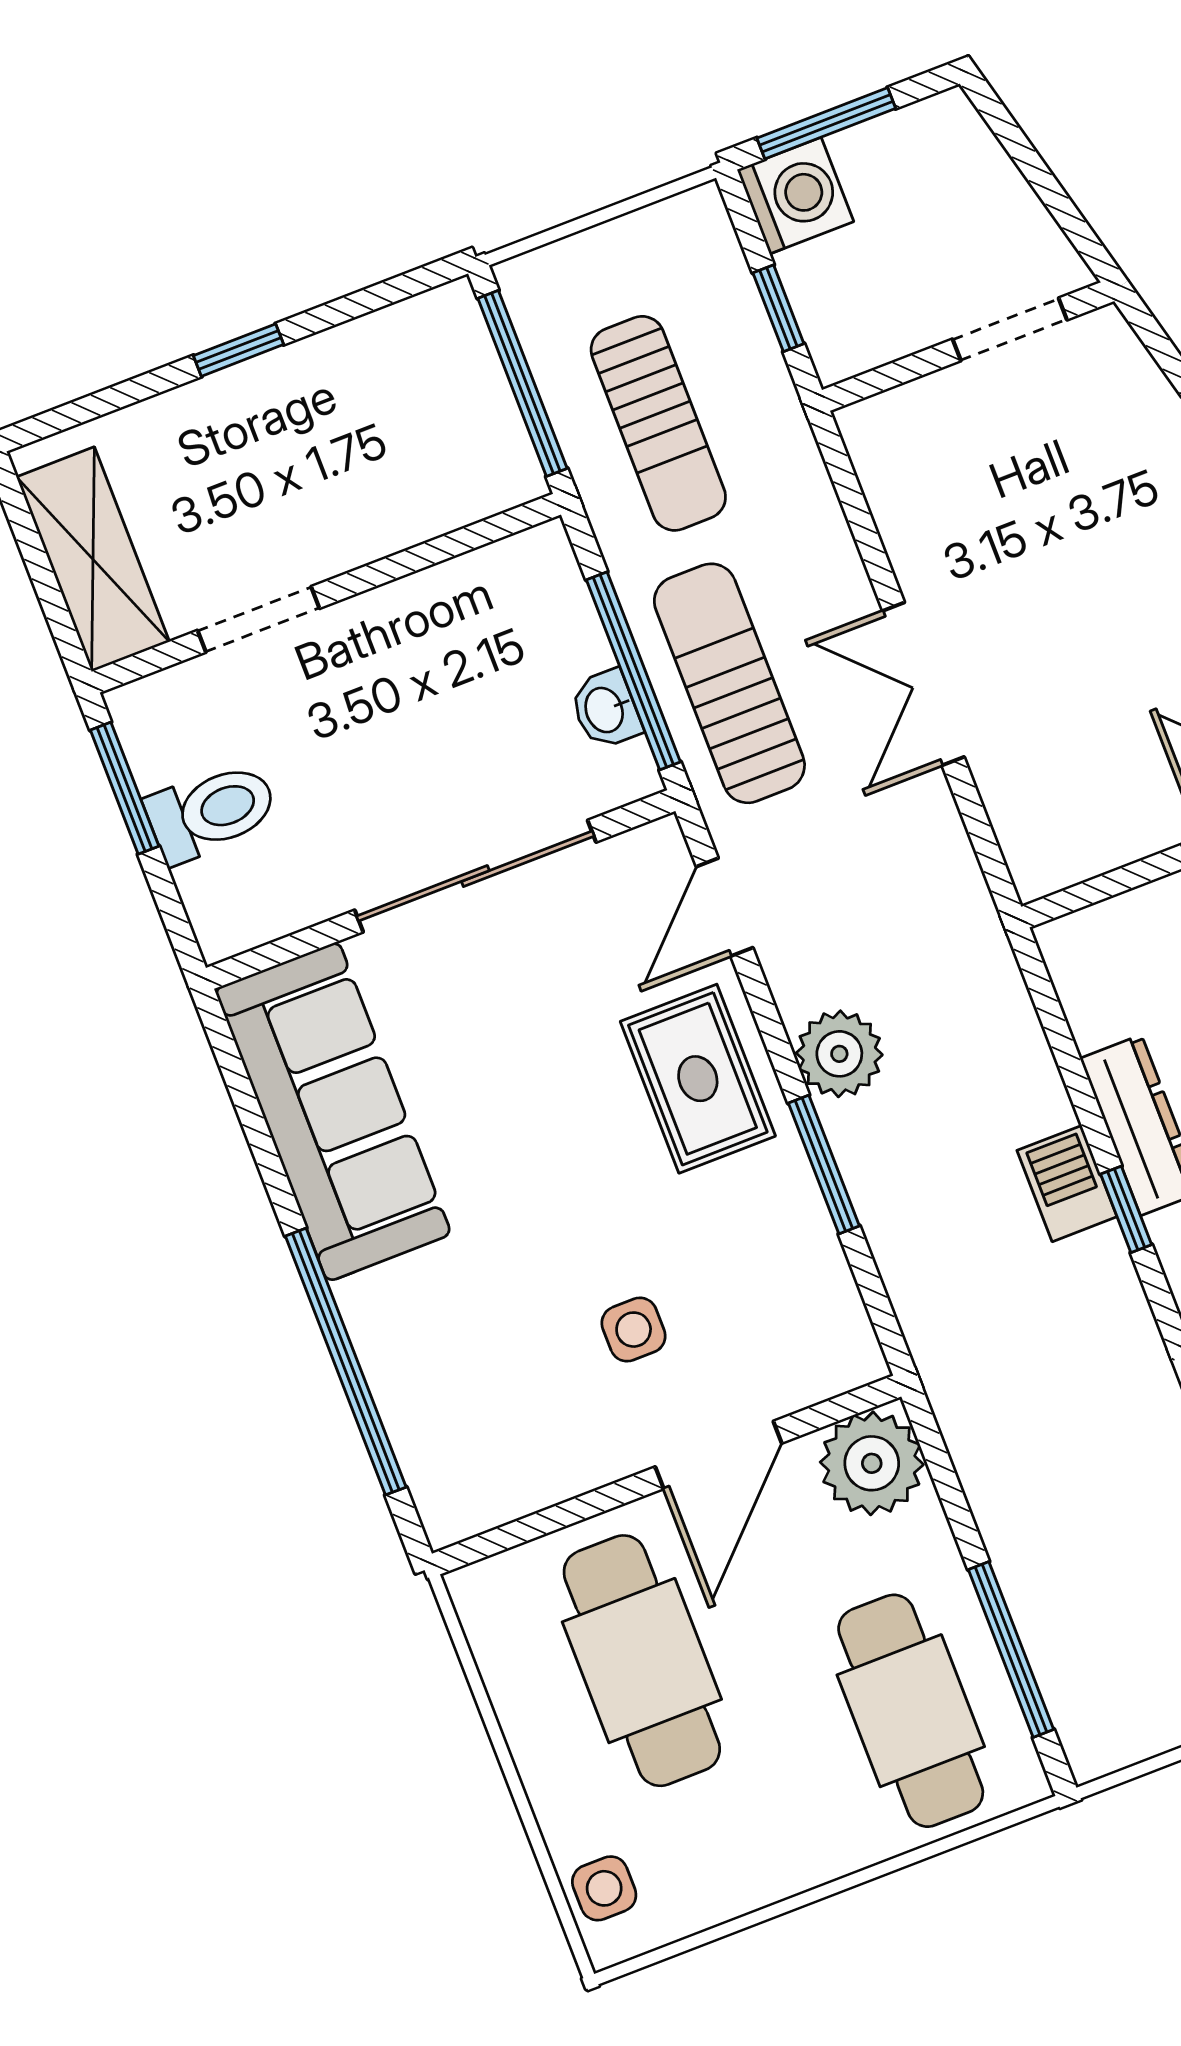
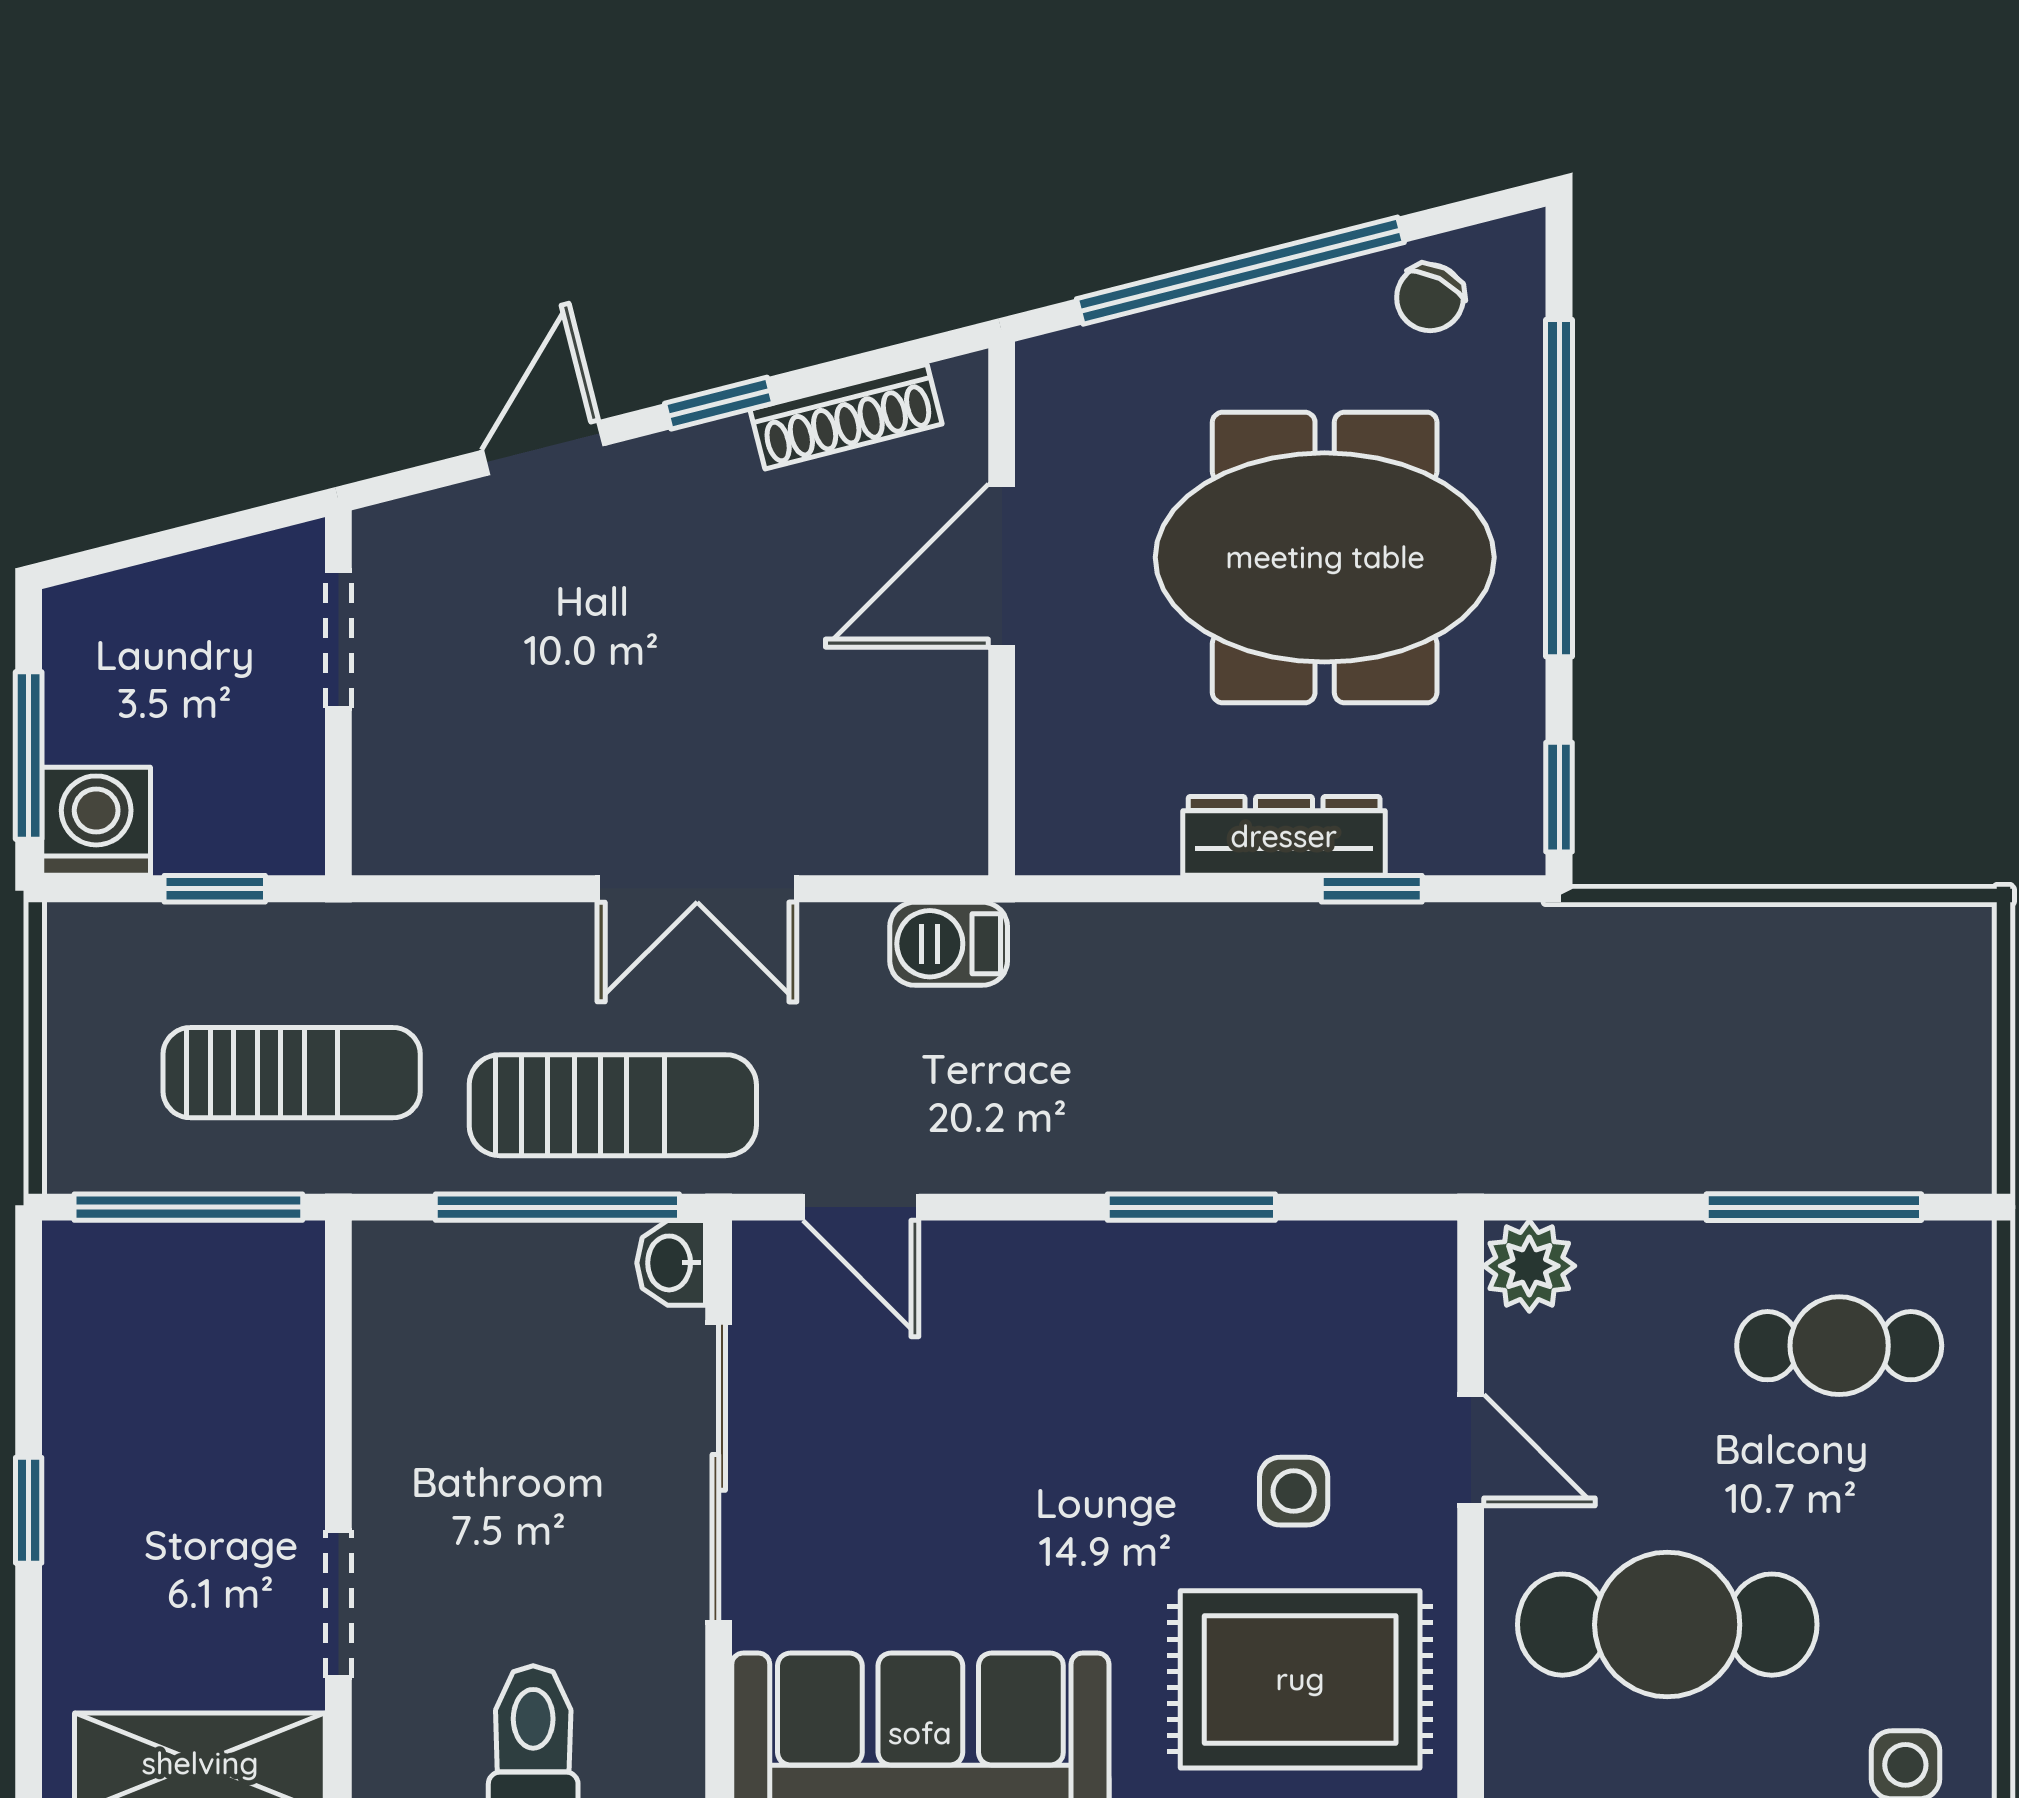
sun lounger: (729, 683) -> (613, 1105), turned 180
washbasin: (606, 709) -> (671, 1263), moved, turned 90
plant: (839, 1054) -> (1074, 1142), removed
rug: (698, 1079) -> (1300, 1679), moved, width x1.36, depth x1.43
barbecue: (1067, 1184) -> (949, 944), moved
door: (719, 1455) -> (1471, 1450), width x0.73
plant: (872, 1463) -> (1529, 1266), width x0.73, depth x0.73
cafe table: (911, 1711) -> (1839, 1346), width x0.73, depth x0.74

